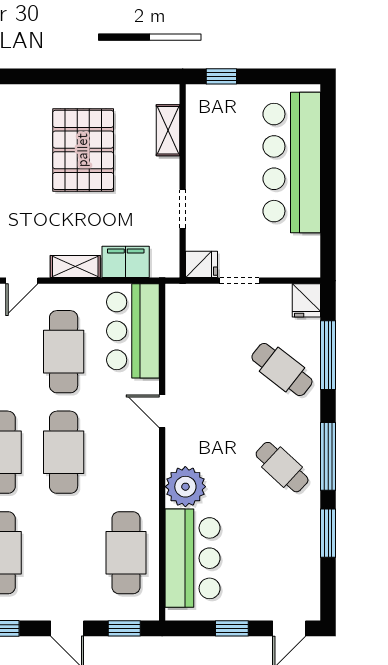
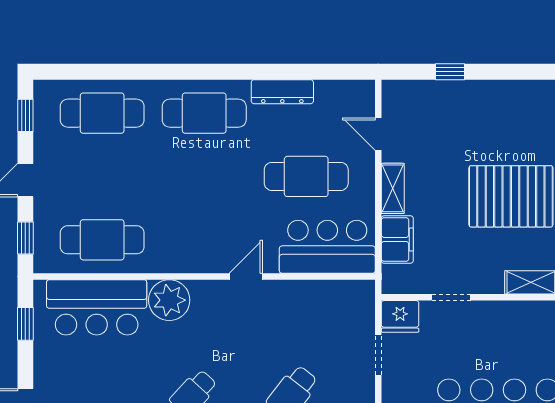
fridge: (202, 264) -> (400, 316), width x1.38
cafe table: (64, 452) -> (204, 176), removed
window: (232, 628) -> (25, 324), moved

